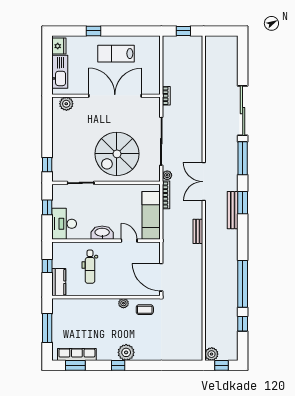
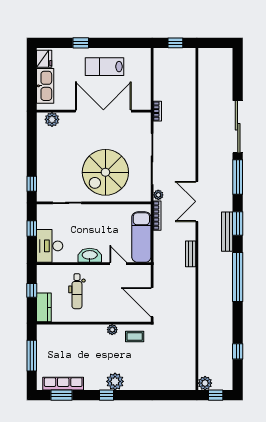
window: (243, 284) -> (238, 277), moved

